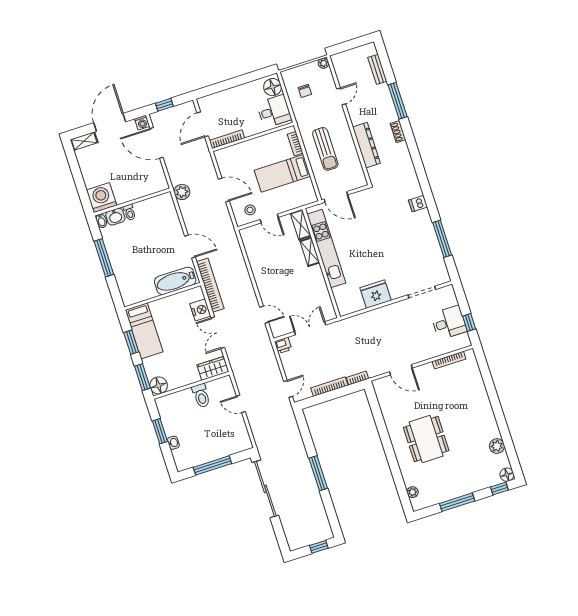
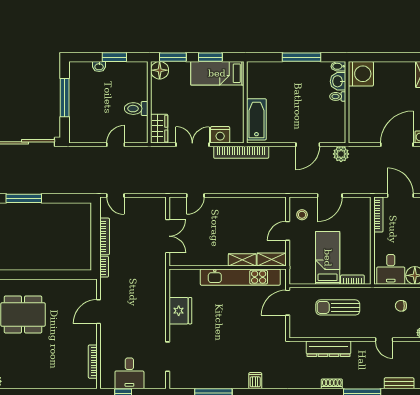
door: (190, 247) -> (308, 145), moved
printer: (283, 345) -> (159, 204), removed

